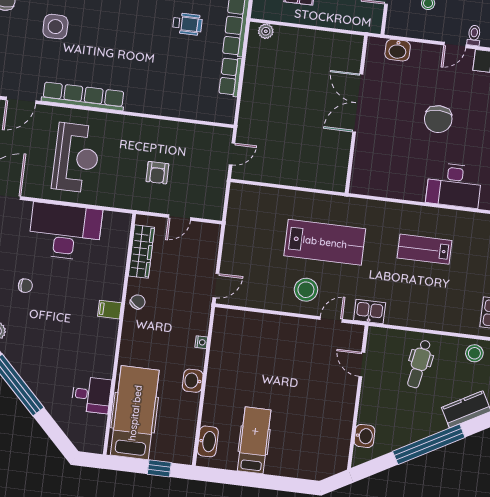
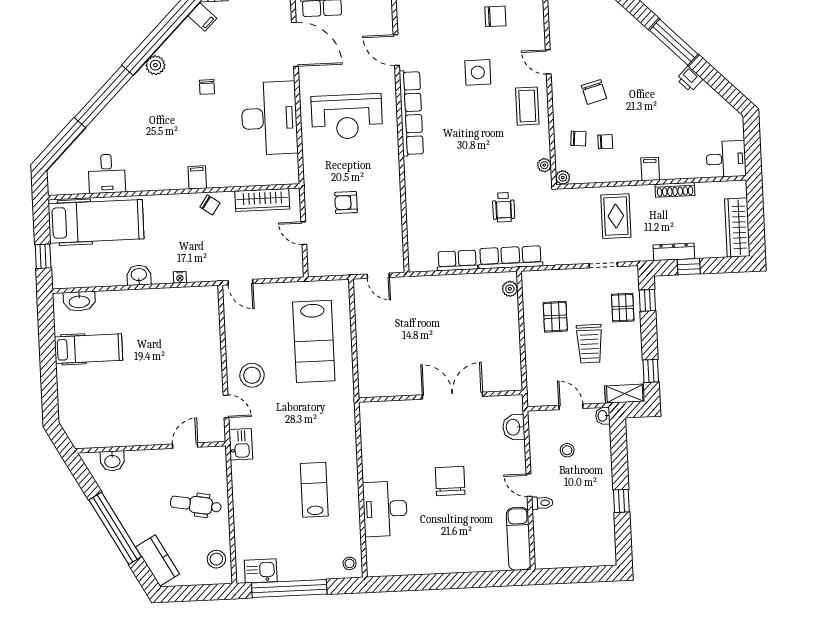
chair: (438, 119) -> (450, 481), turned 90
lab bench: (325, 242) -> (314, 341), moved

